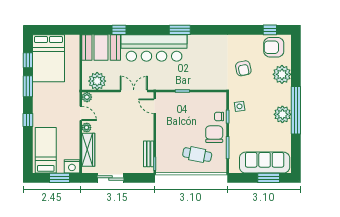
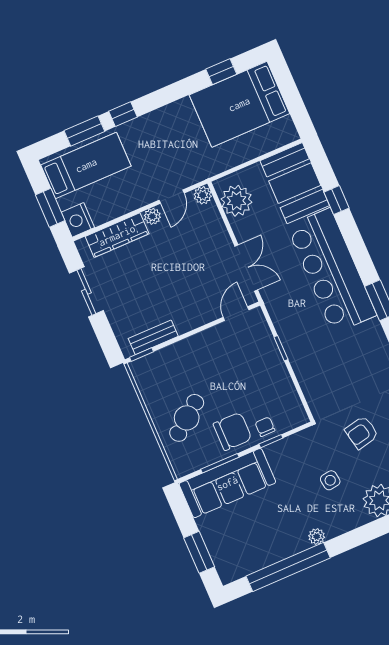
window: (28, 86) -> (84, 131), moved
side table: (240, 106) -> (330, 480), moved
window: (296, 110) -> (288, 567), moved
plant: (282, 114) -> (317, 536), width x0.53, depth x0.53
cafe table: (197, 155) -> (187, 418), turned 41
sofa: (265, 163) -> (227, 483), moved, turned 90

